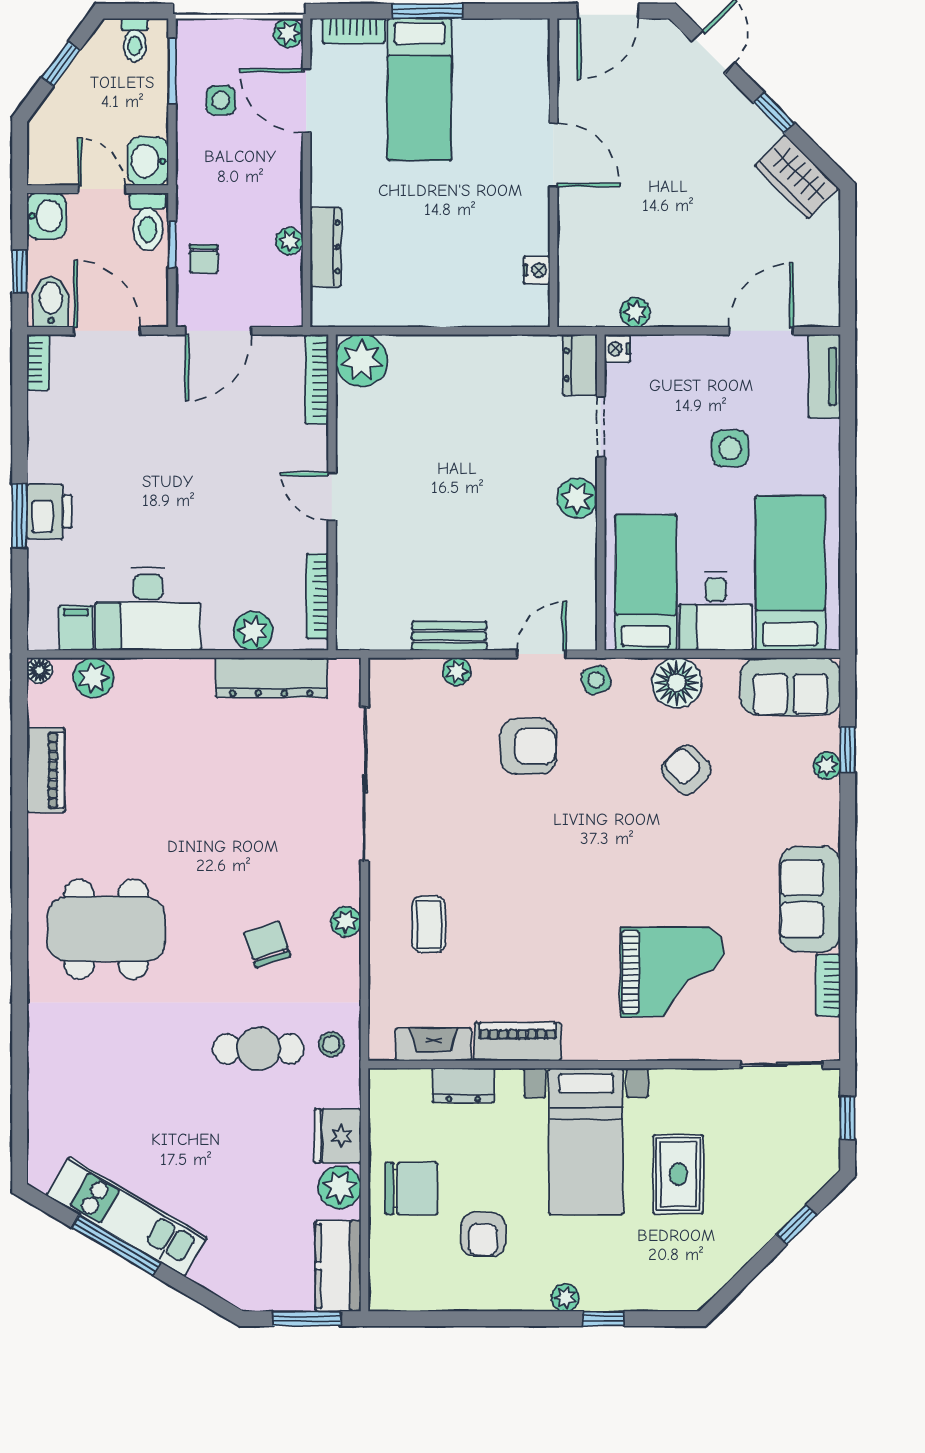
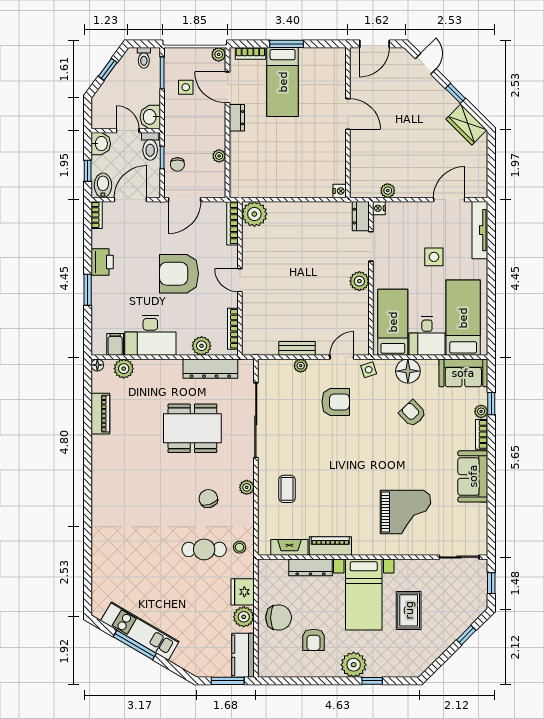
dresser: (326, 247) -> (237, 118), moved, width x0.70
nightstand: (537, 270) -> (340, 191), moved
door: (107, 331) -> (130, 200), hinge flipped
tv unit: (824, 376) -> (480, 230), width x1.41
armchair: (207, 483) -> (179, 274), added
printer: (49, 512) -> (102, 262), moved
dining table: (106, 929) -> (192, 428), moved
bookcase: (828, 985) -> (482, 434), moved
dresser: (463, 1086) -> (311, 567), width x1.44
plant: (565, 1298) -> (354, 665), width x1.88, depth x1.88

